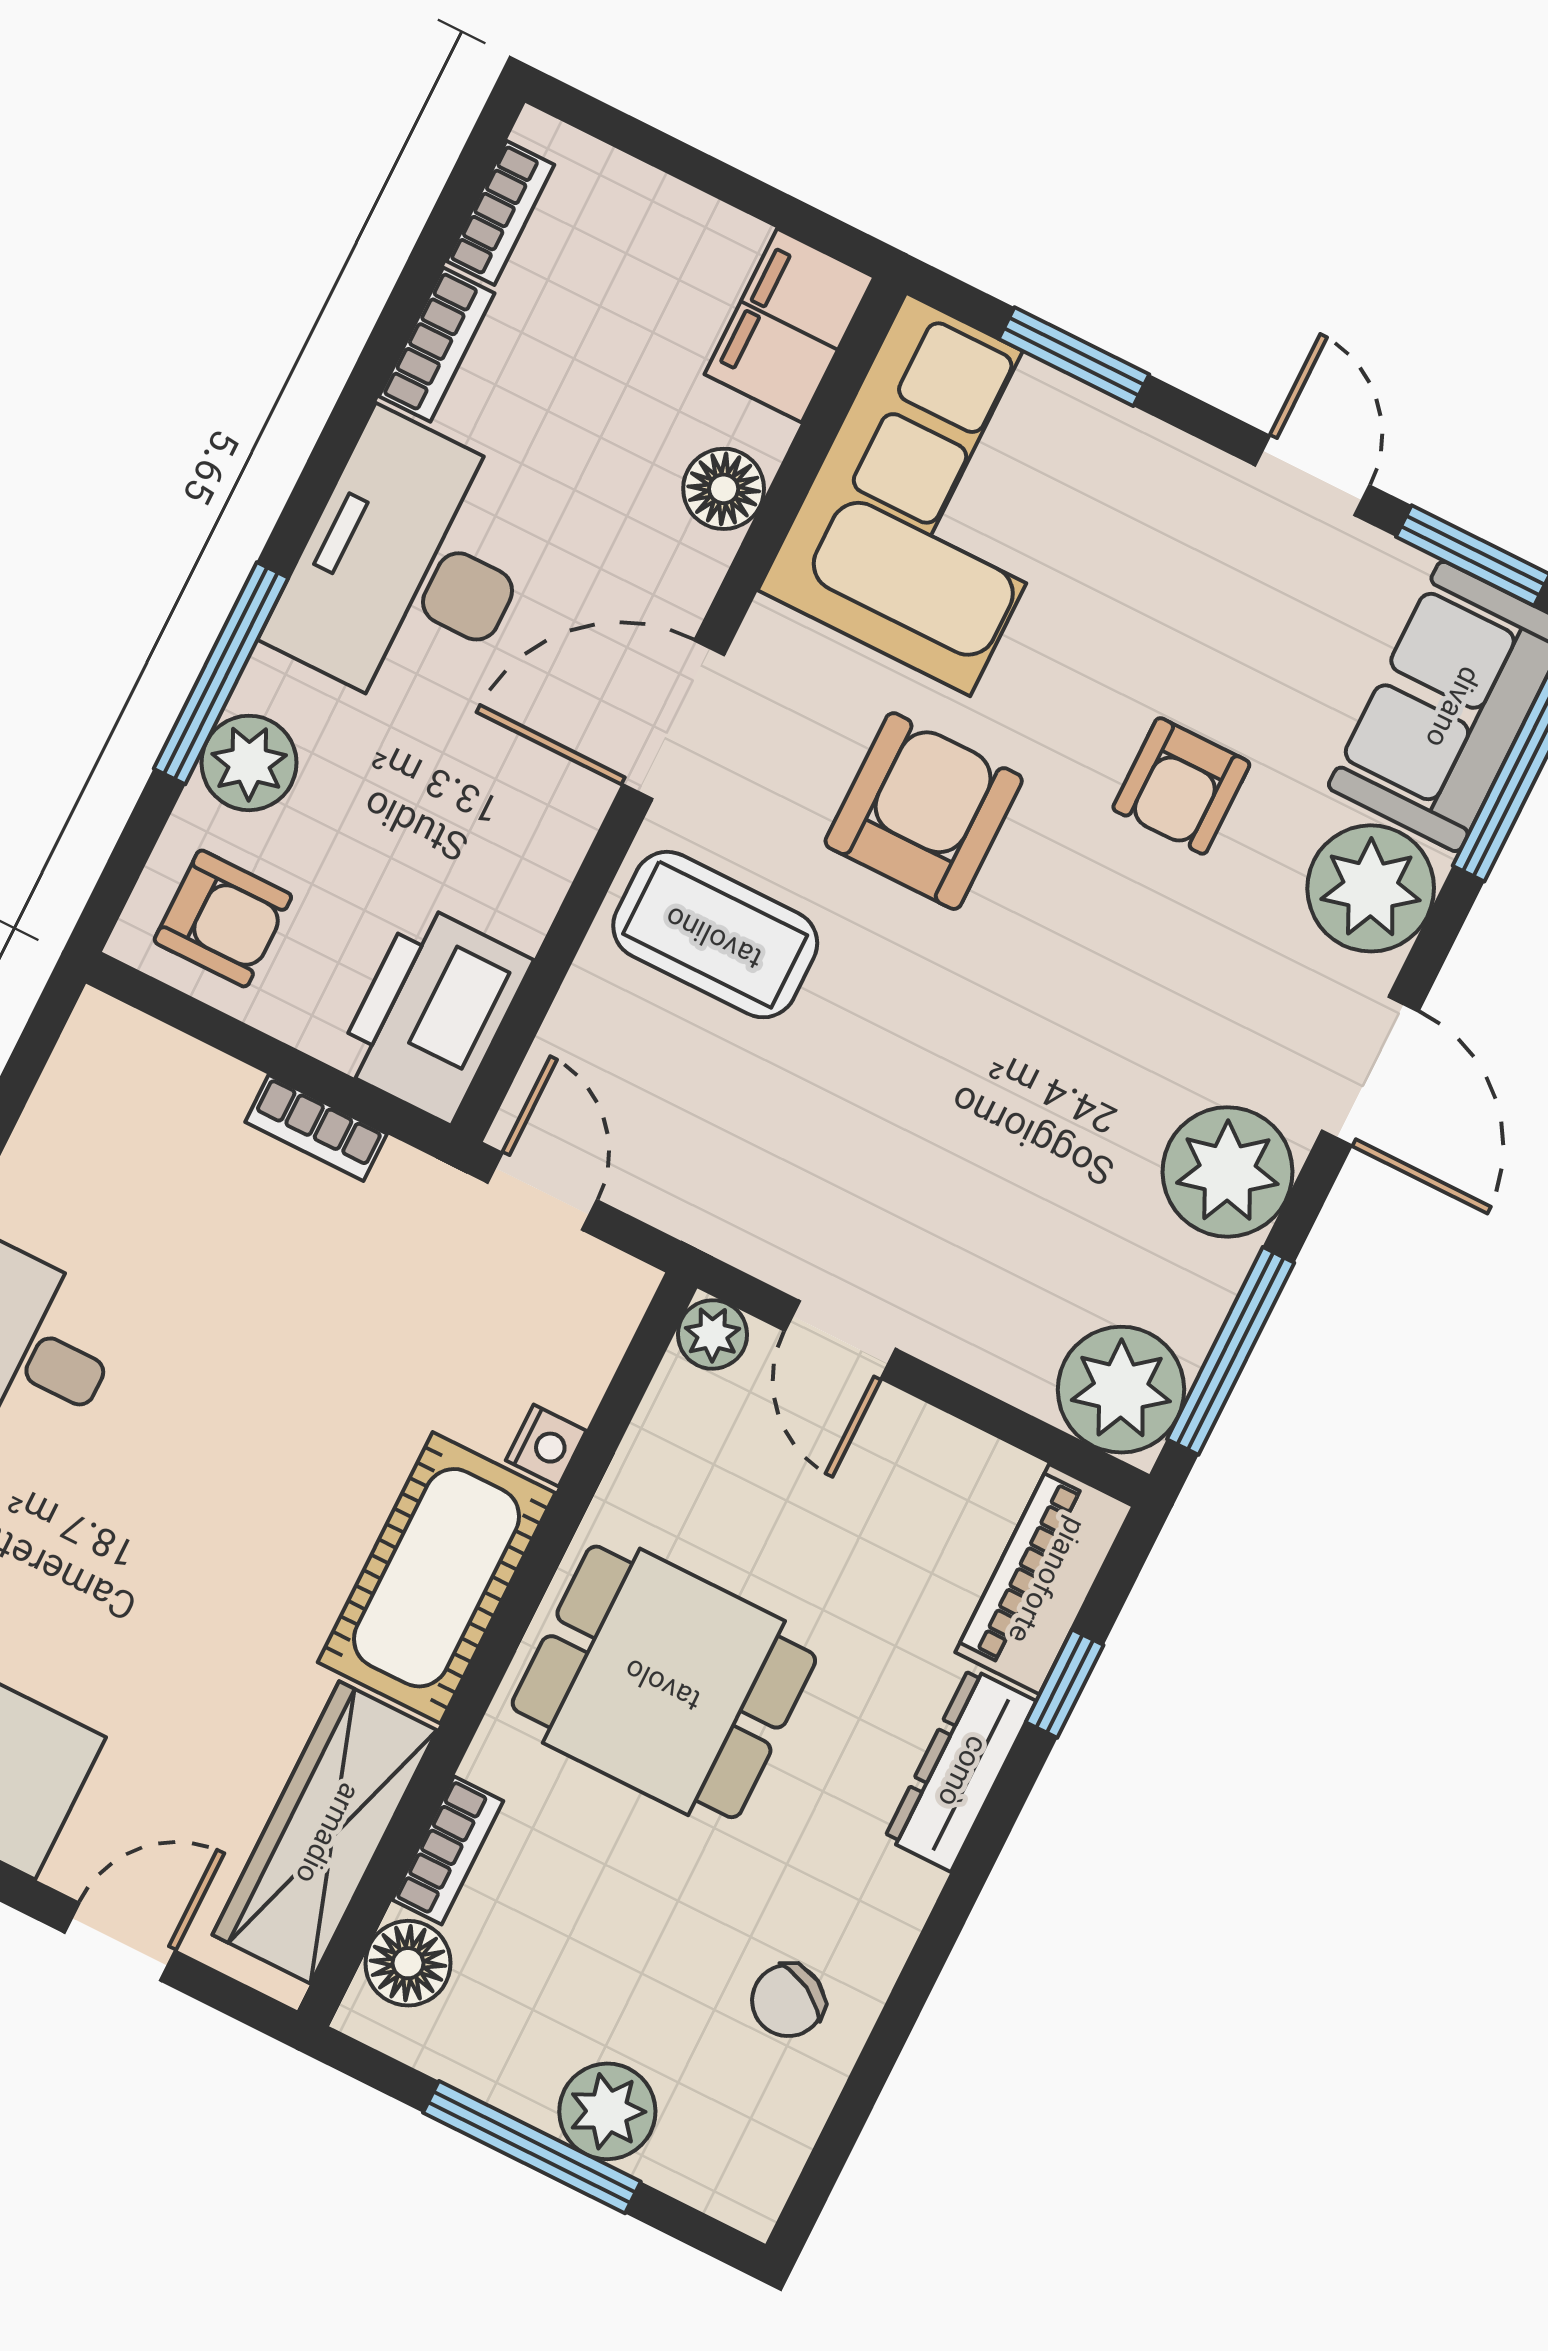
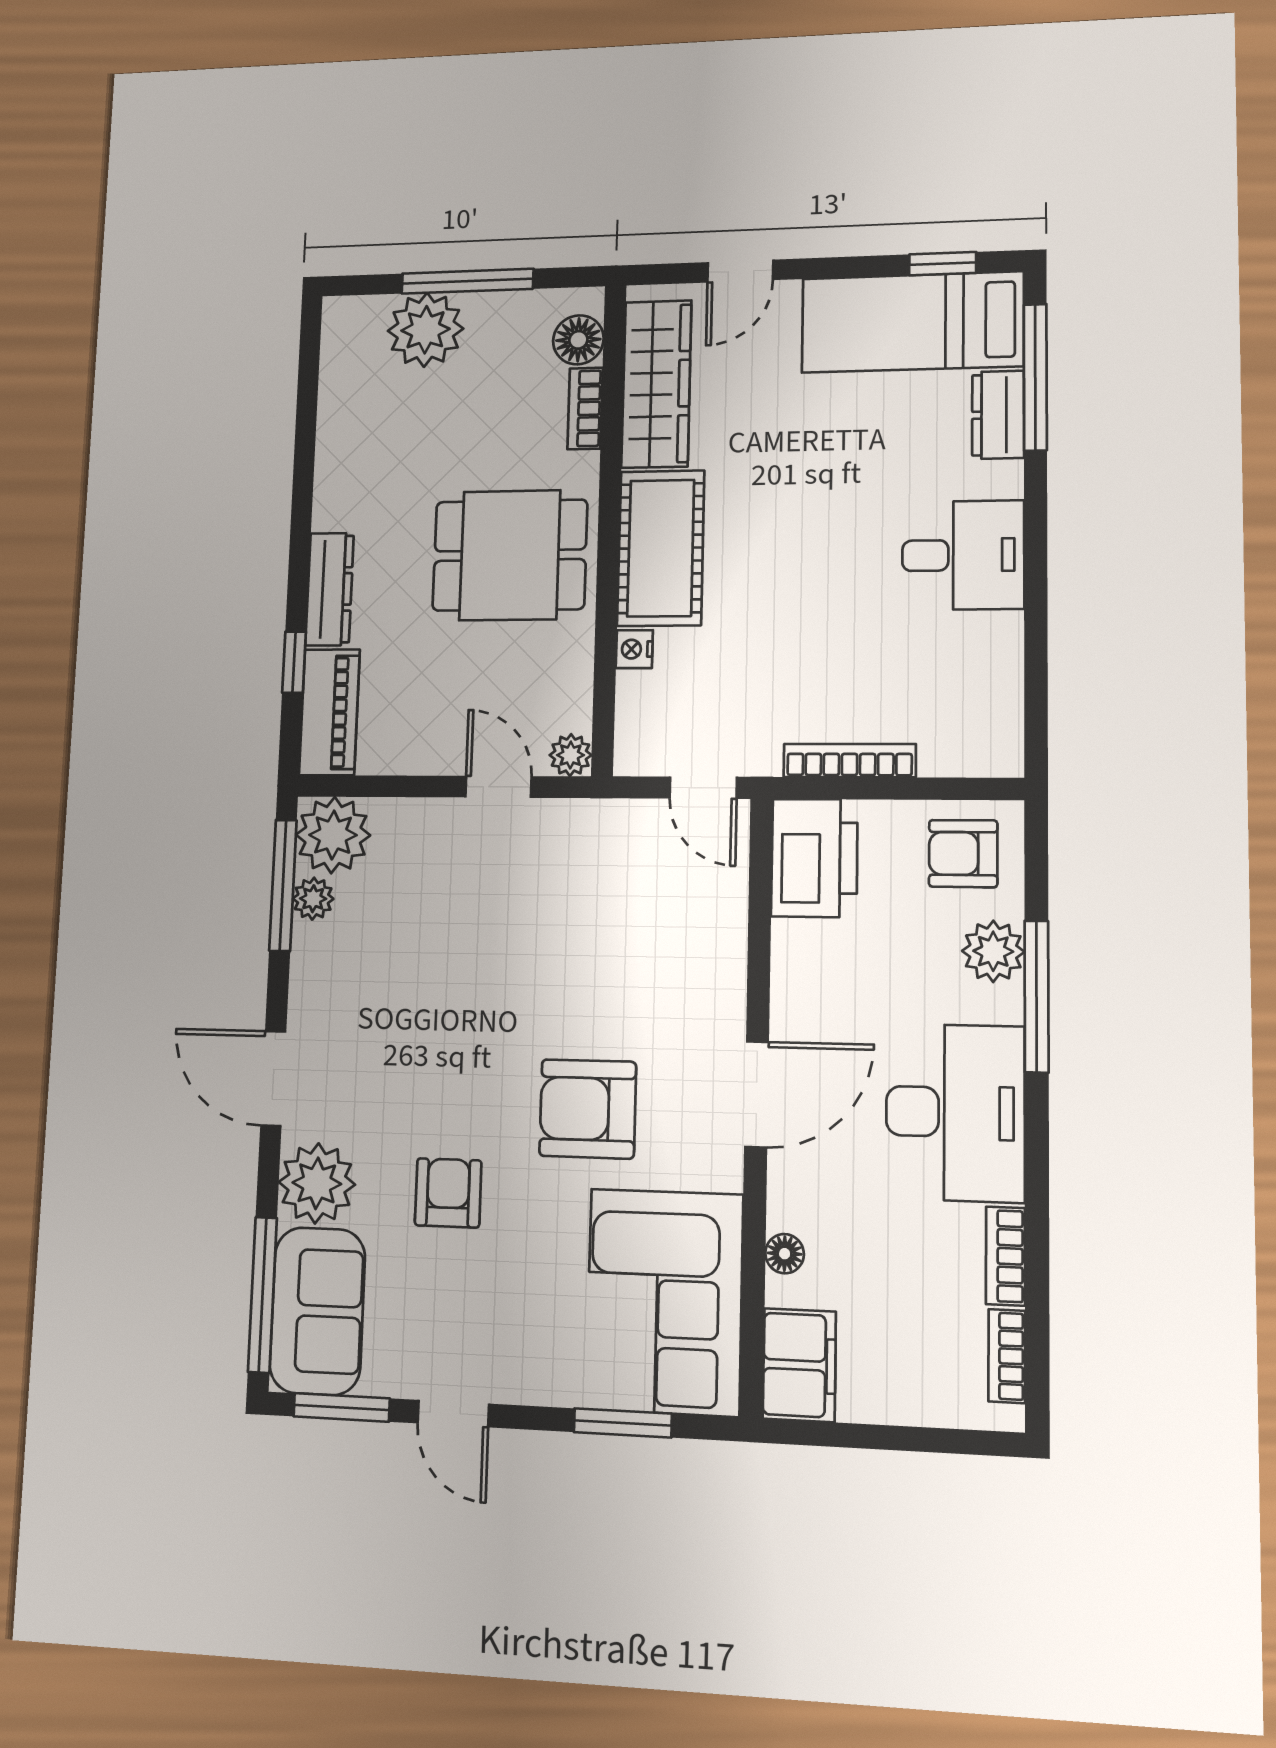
floor lamp: (724, 489) -> (785, 1254), width x0.73, depth x0.73
armchair: (924, 811) -> (588, 1109), turned 90
coffee table: (715, 935) -> (674, 980), removed
bookcase: (316, 1128) -> (850, 761), width x1.56
plant: (1228, 1172) -> (313, 899), moved, width x0.53, depth x0.53
chair: (788, 2001) -> (367, 424), removed
plant: (607, 2111) -> (426, 330), width x1.36, depth x1.36

